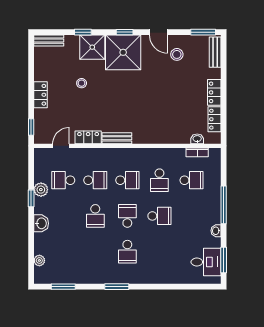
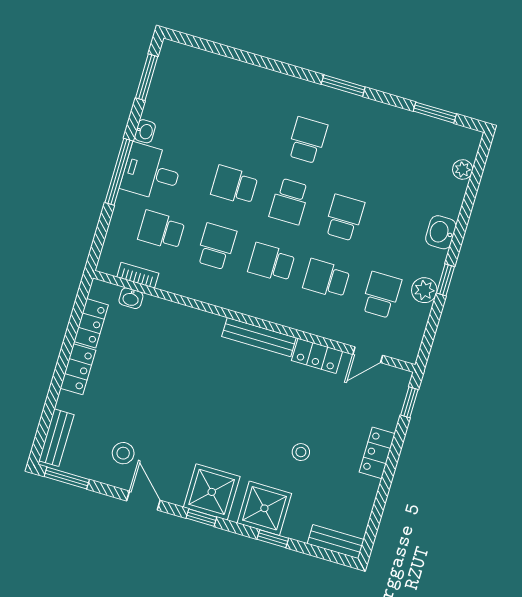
shower: (123, 52) -> (212, 492), width x0.73, depth x0.73
bench: (117, 138) -> (259, 337), width x1.36
school desk: (63, 180) -> (381, 295), turned -90
desk: (206, 262) -> (151, 172), moved

